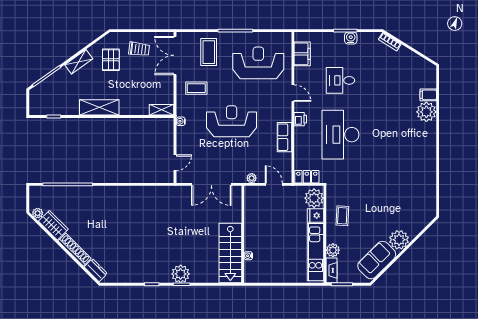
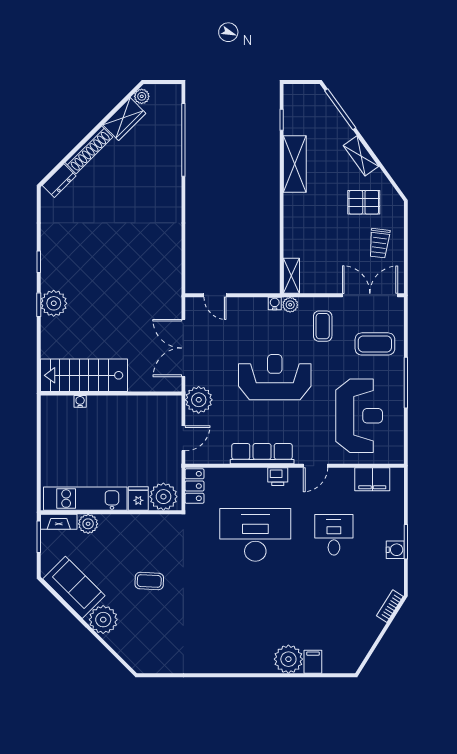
shelving: (99, 107) -> (295, 164), moved
plant: (182, 111) -> (290, 305), added
reception desk: (232, 121) -> (275, 377), turned -90
row of seats: (284, 137) -> (262, 454), width x1.48
plant: (252, 178) -> (199, 400), width x1.88, depth x1.88
coffee table: (342, 216) -> (149, 581), moved

